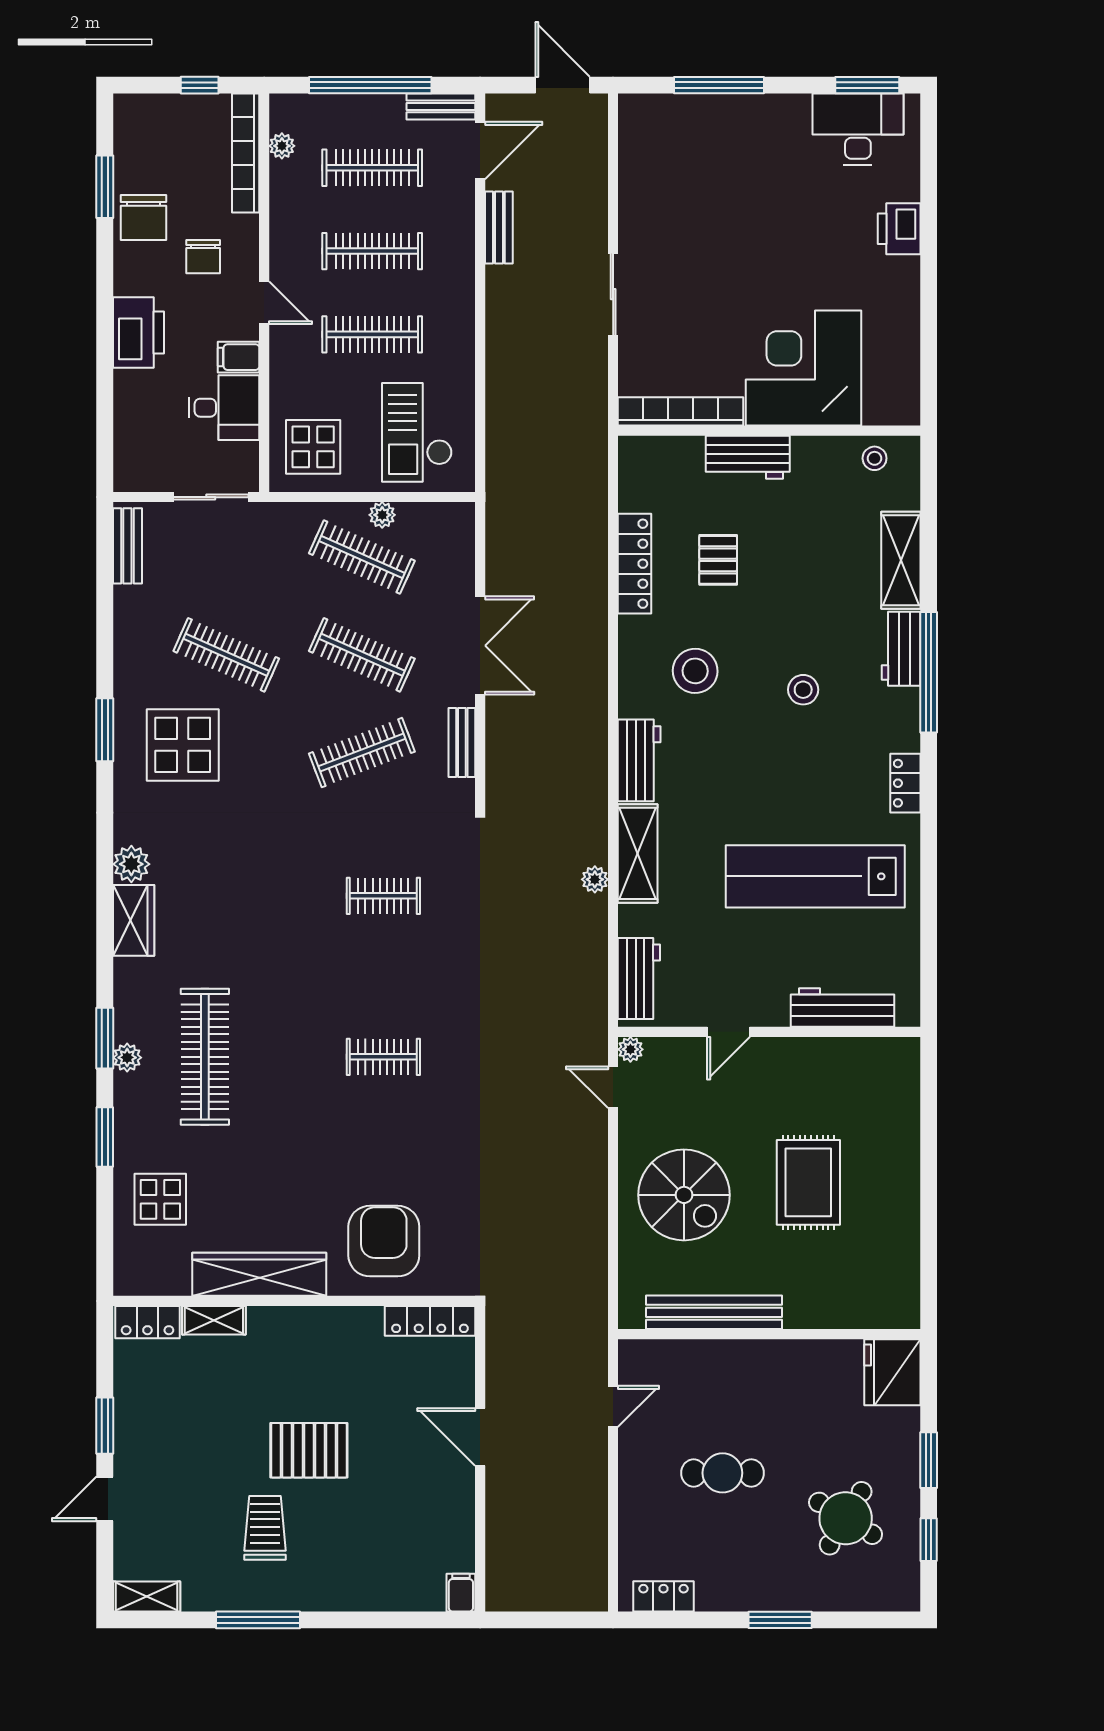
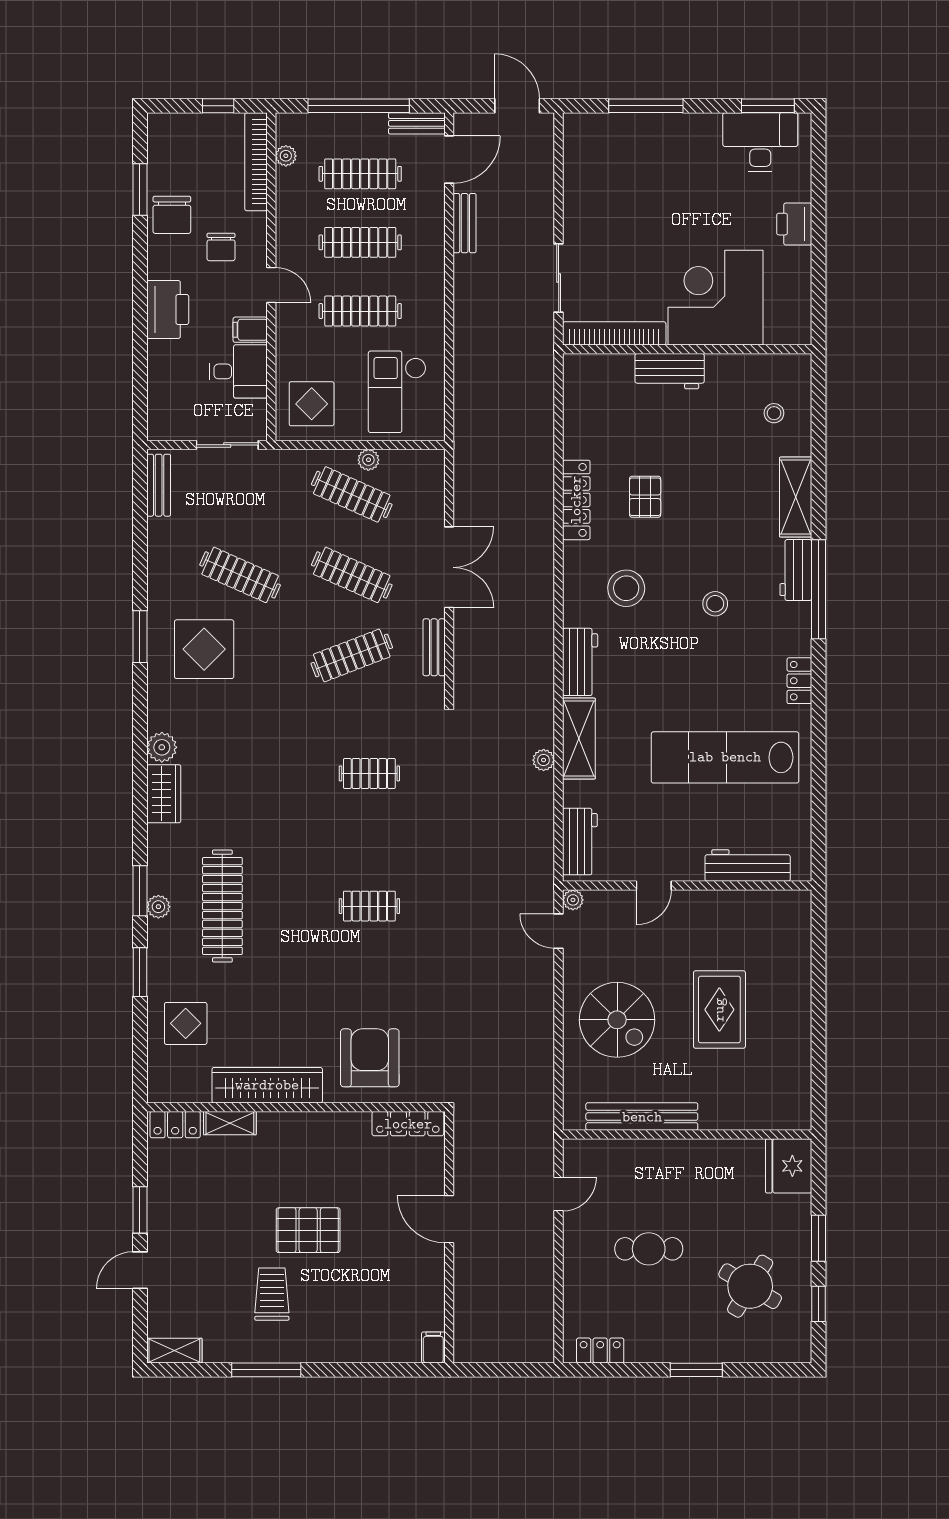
corner desk: (804, 368) -> (715, 298), moved
bookcase: (681, 411) -> (614, 333), moved
wall: (769, 431) -> (687, 349), moved
workbench: (748, 457) -> (670, 371), moved

